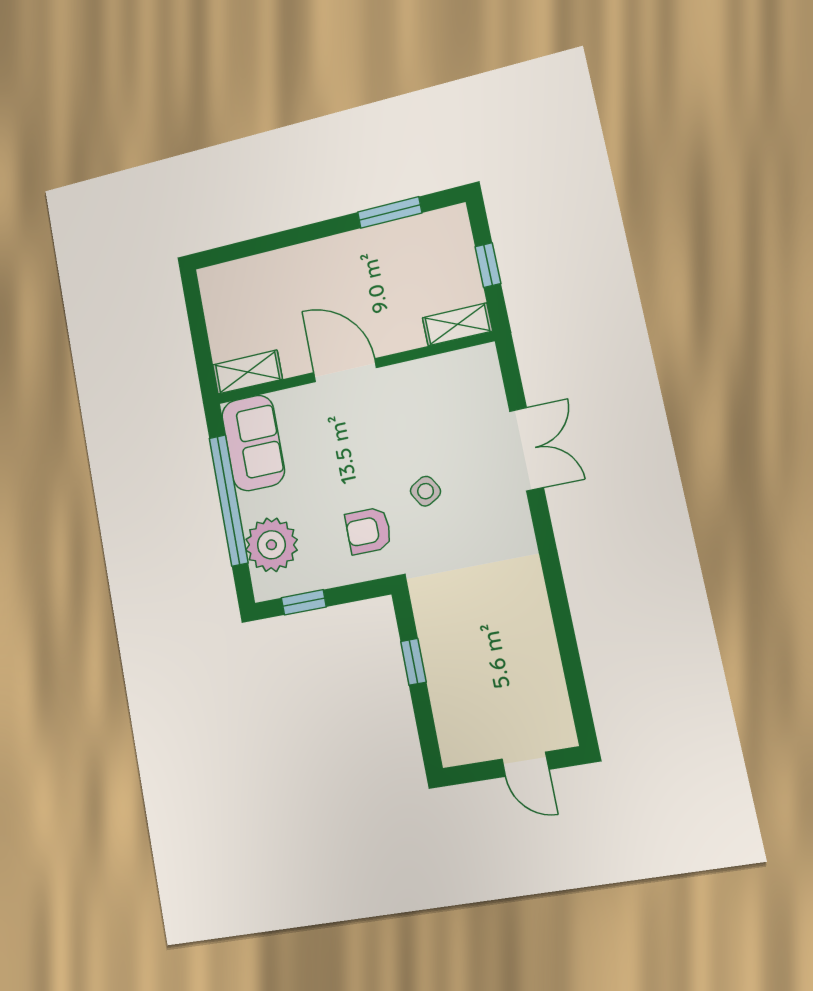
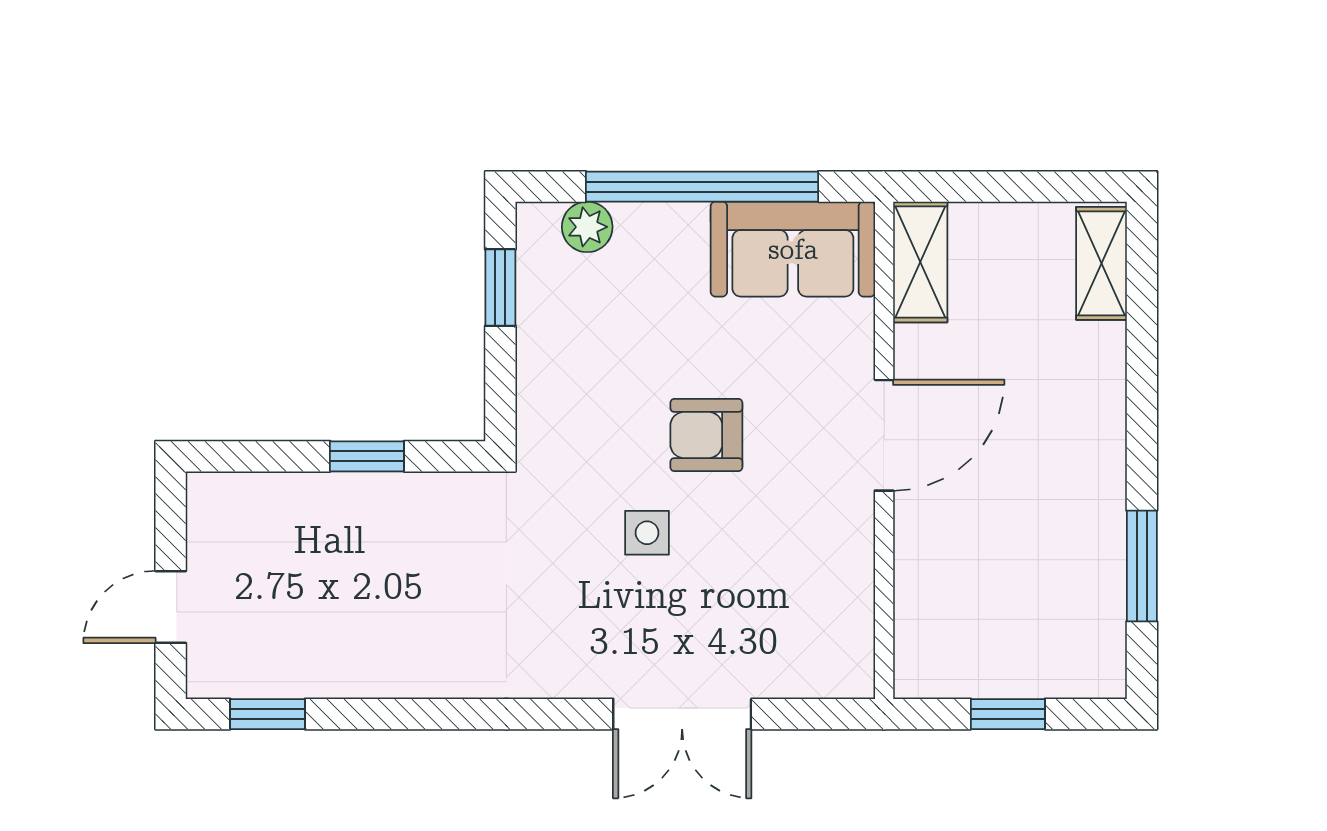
shelving: (457, 324) -> (1101, 263), moved
side table: (426, 491) -> (647, 533), turned 30
armchair: (368, 531) -> (706, 435), moved, turned -90
plant: (271, 545) -> (587, 227), width x0.53, depth x0.53
window: (578, 694) -> (268, 714), added

